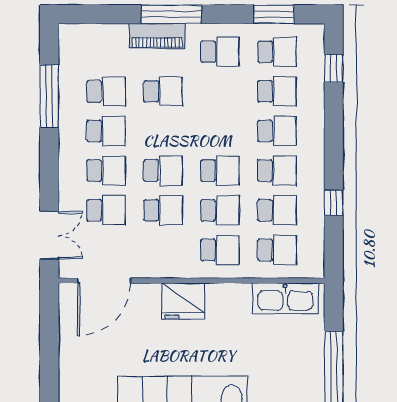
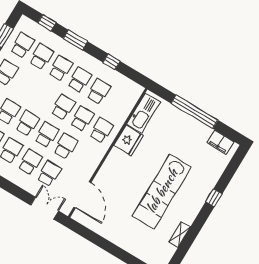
window: (334, 128) -> (75, 40), added
school desk: (277, 250) -> (27, 123), moved
fridge: (183, 301) -> (129, 141), moved

